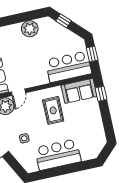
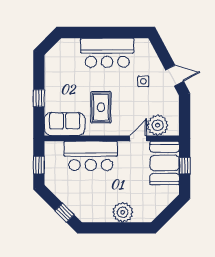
plant: (30, 29) -> (123, 212), moved
bar counter: (68, 67) -> (91, 156), moved
window: (101, 94) -> (39, 98), moved

